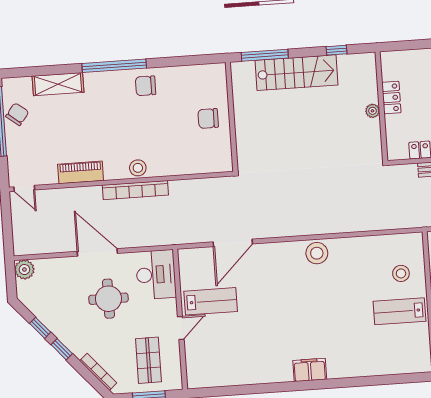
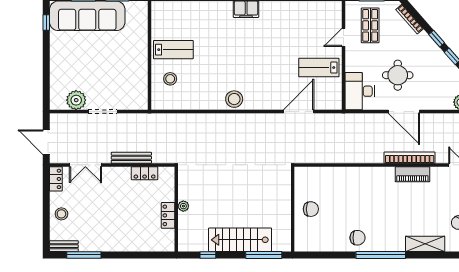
stool: (138, 168) -> (368, 175), removed
bookcase: (135, 190) -> (410, 158), moved
door: (181, 328) -> (343, 37), moved

